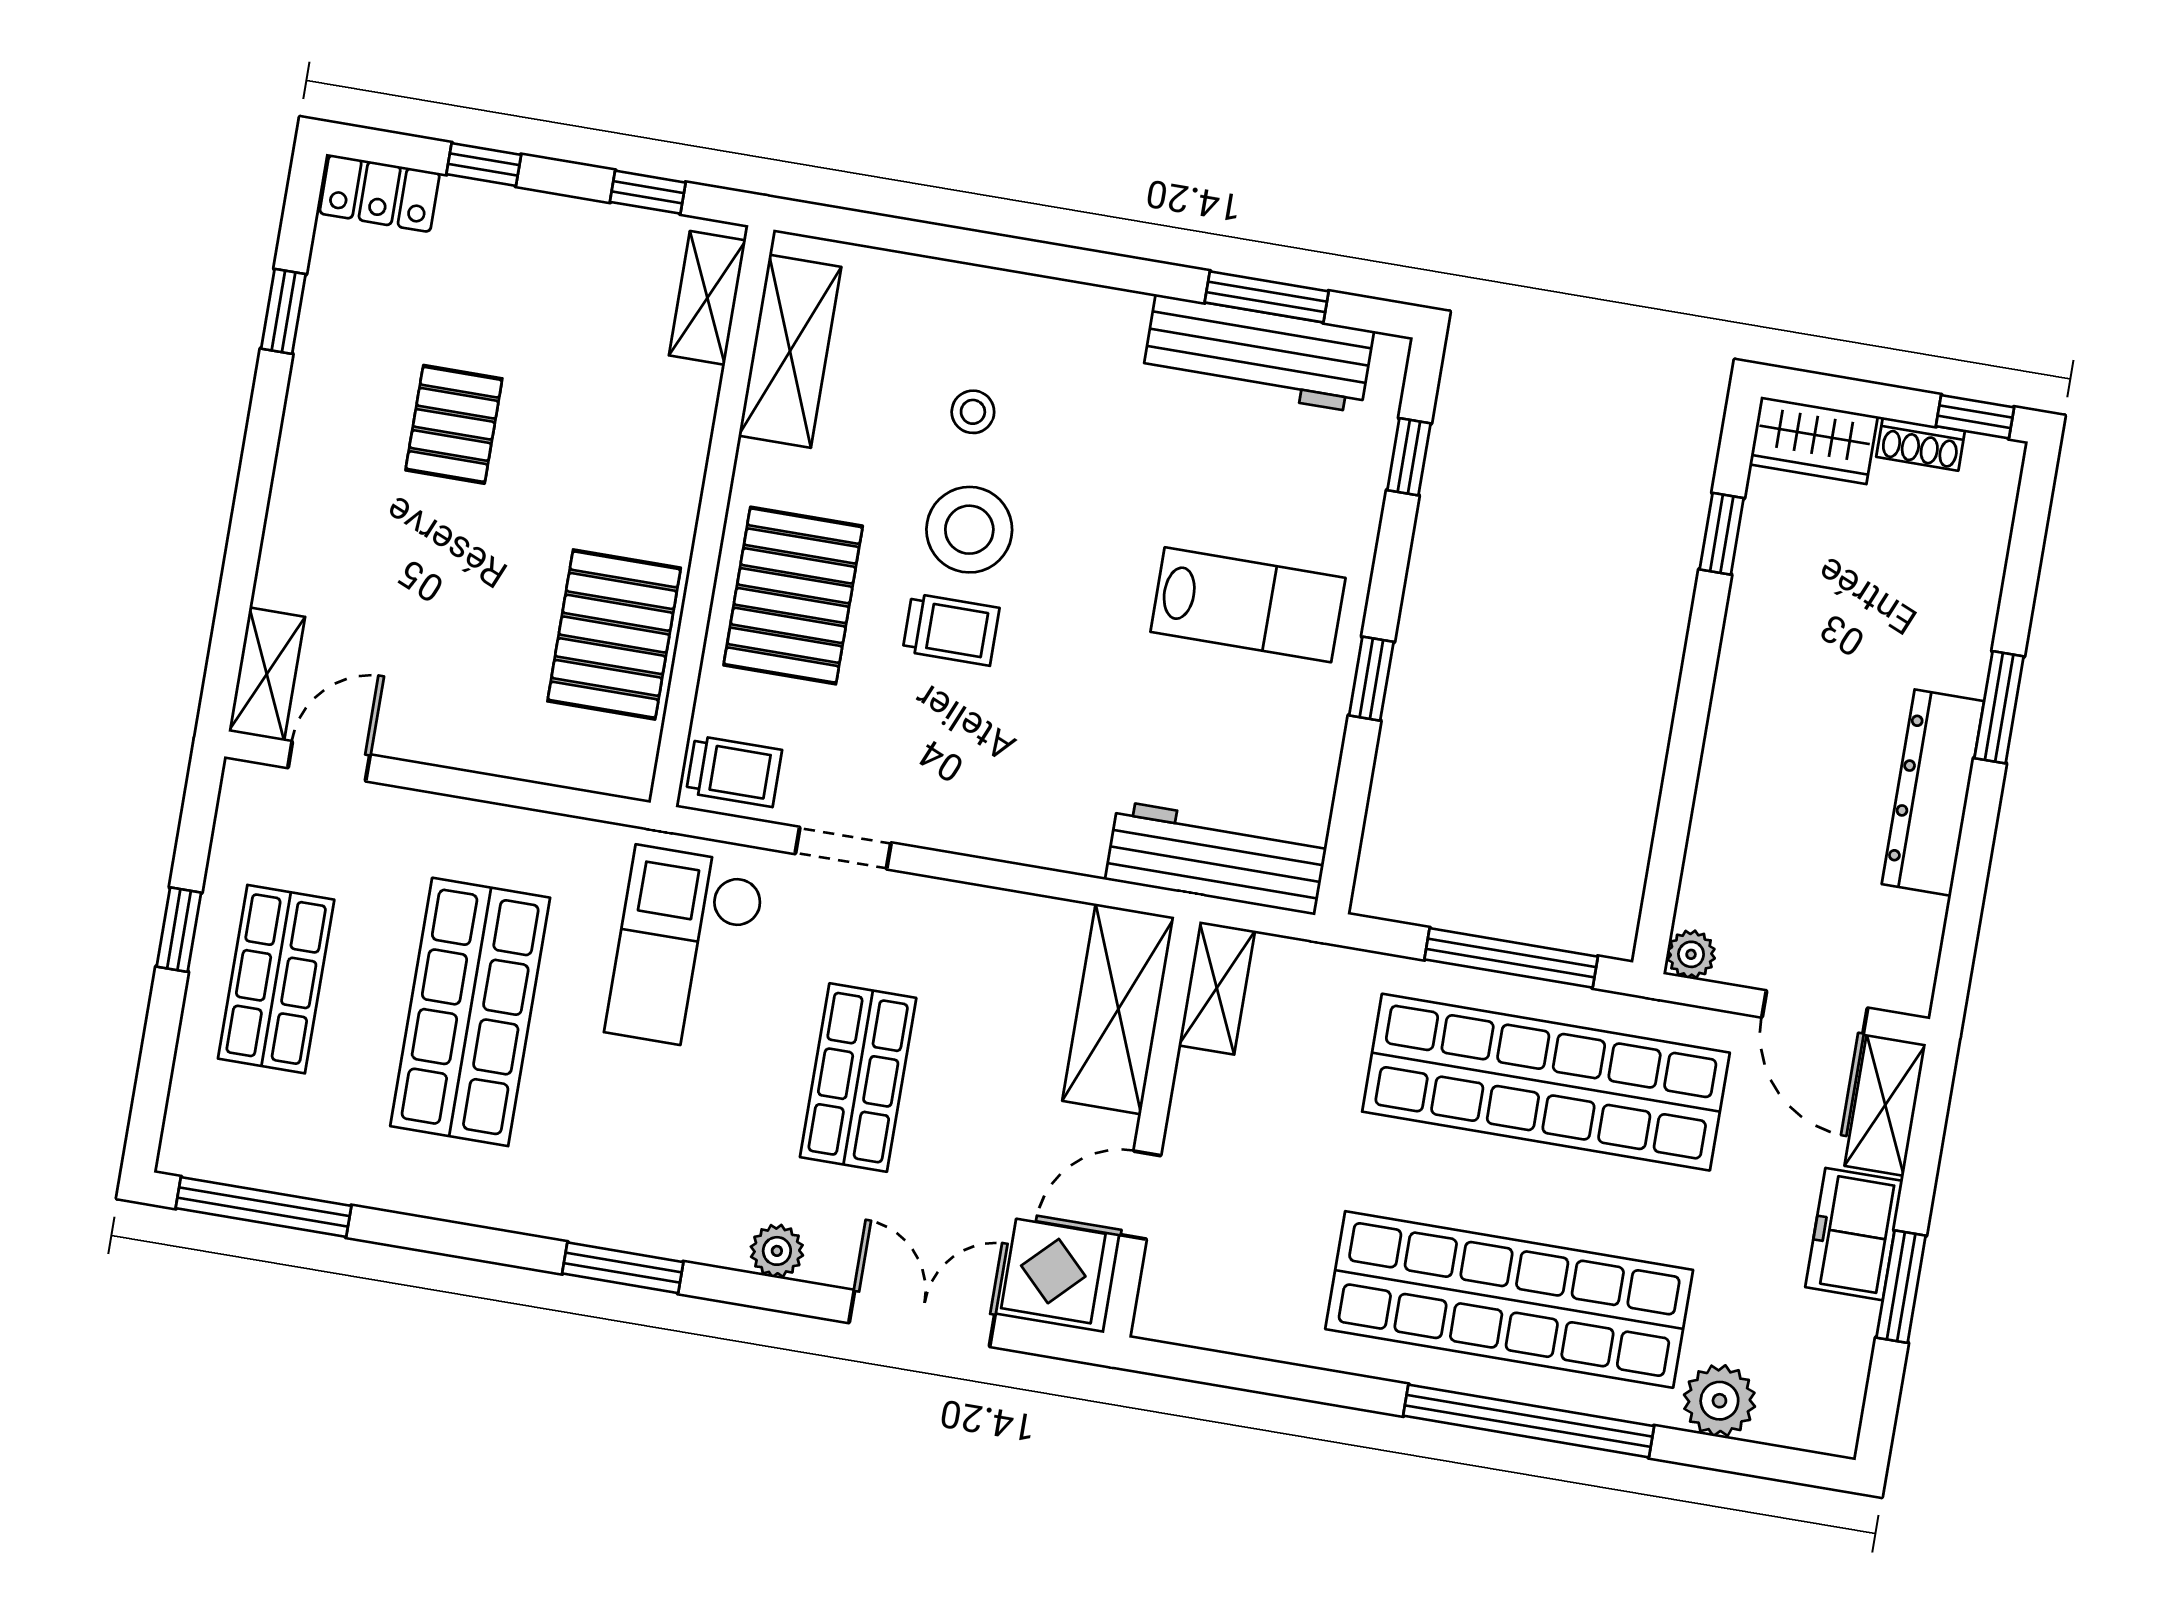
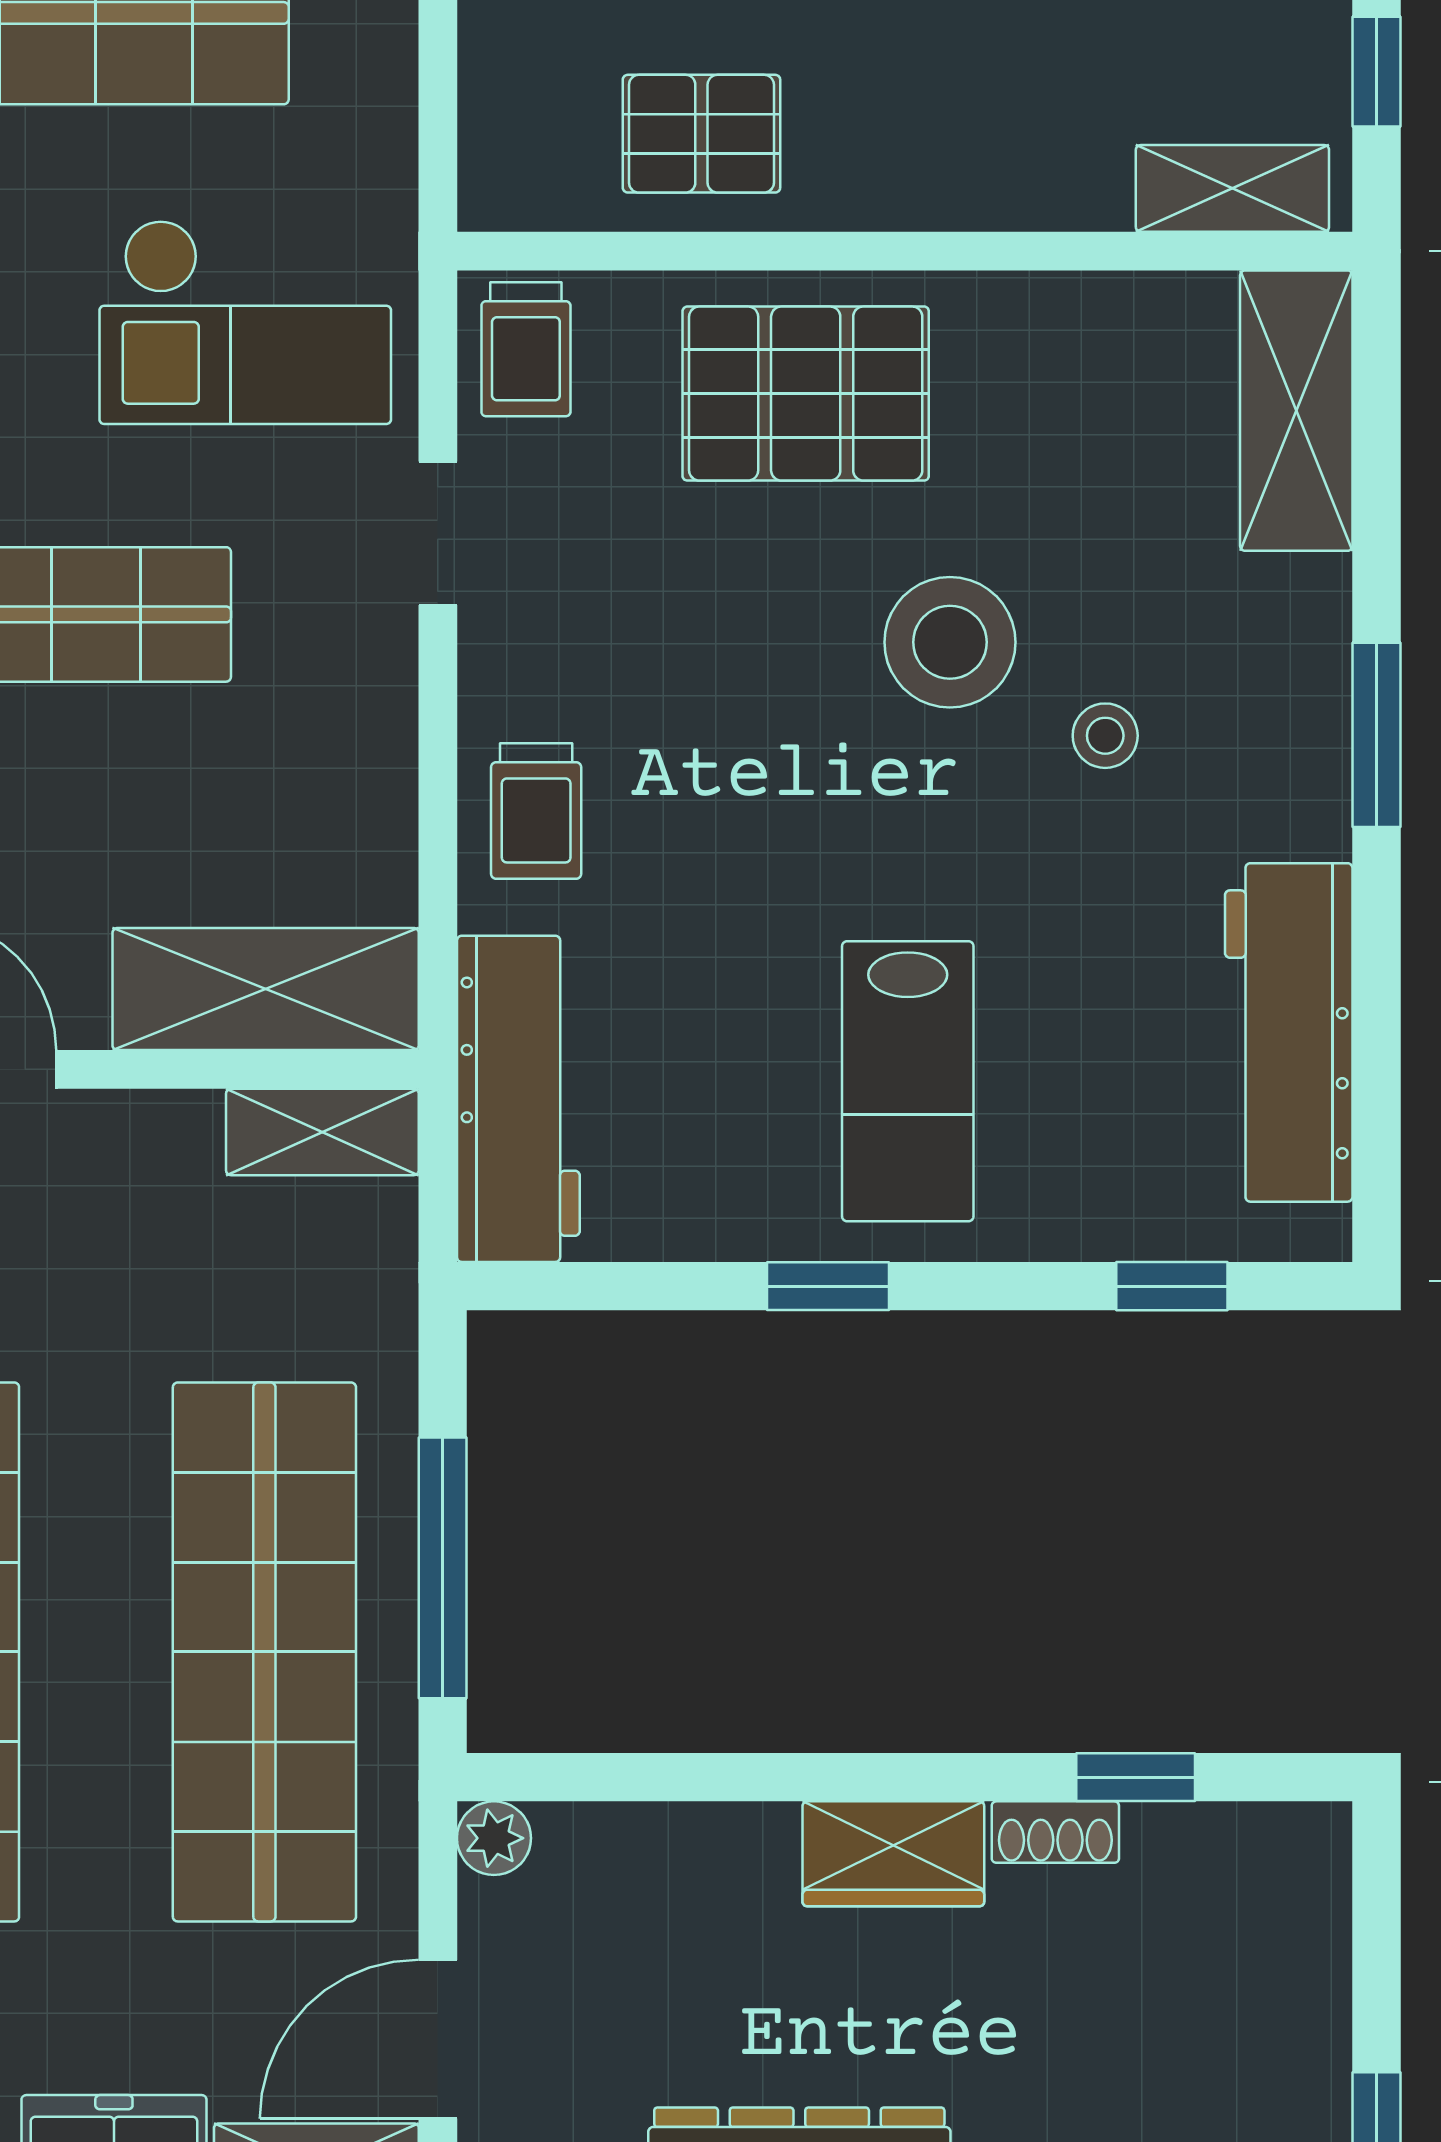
window: (1267, 297) -> (1377, 735), moved
shelving: (790, 351) -> (1296, 411), moved, turned 90
stool: (973, 412) -> (1105, 736), moved
wardrobe: (1814, 440) -> (893, 1854), moved, turned -90
shoe rack: (1921, 444) -> (1055, 1832), moved, turned -90
trolley: (951, 630) -> (536, 811), moved
pallet: (614, 634) -> (701, 134), width x0.67, depth x0.71
checkout: (686, 949) -> (245, 322), turned 180

